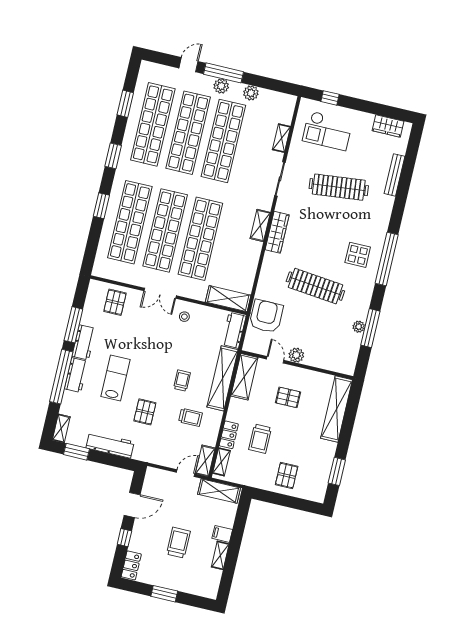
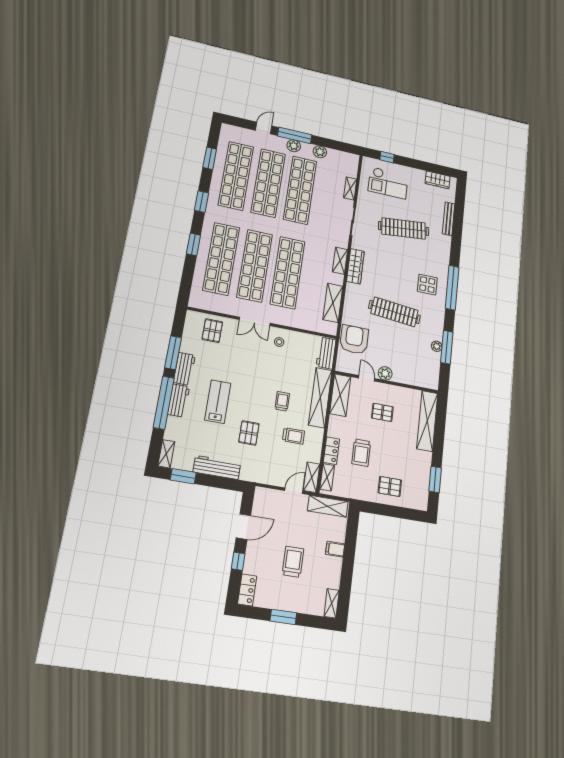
shelving: (228, 299) -> (333, 303), moved, turned 90
pallet: (287, 475) -> (390, 486), turned 90
shelving: (220, 555) -> (332, 603), moved

